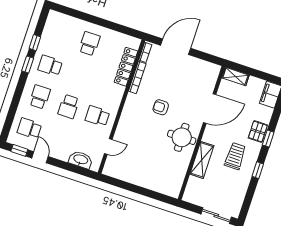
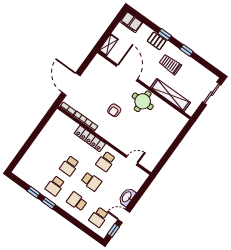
school desk: (89, 44) -> (69, 166), moved, turned -90
locker: (126, 67) -> (90, 138), moved
door: (108, 146) -> (132, 160), hinge flipped
washbasin: (81, 160) -> (127, 197), moved
shelving: (202, 160) -> (170, 95), width x1.47

